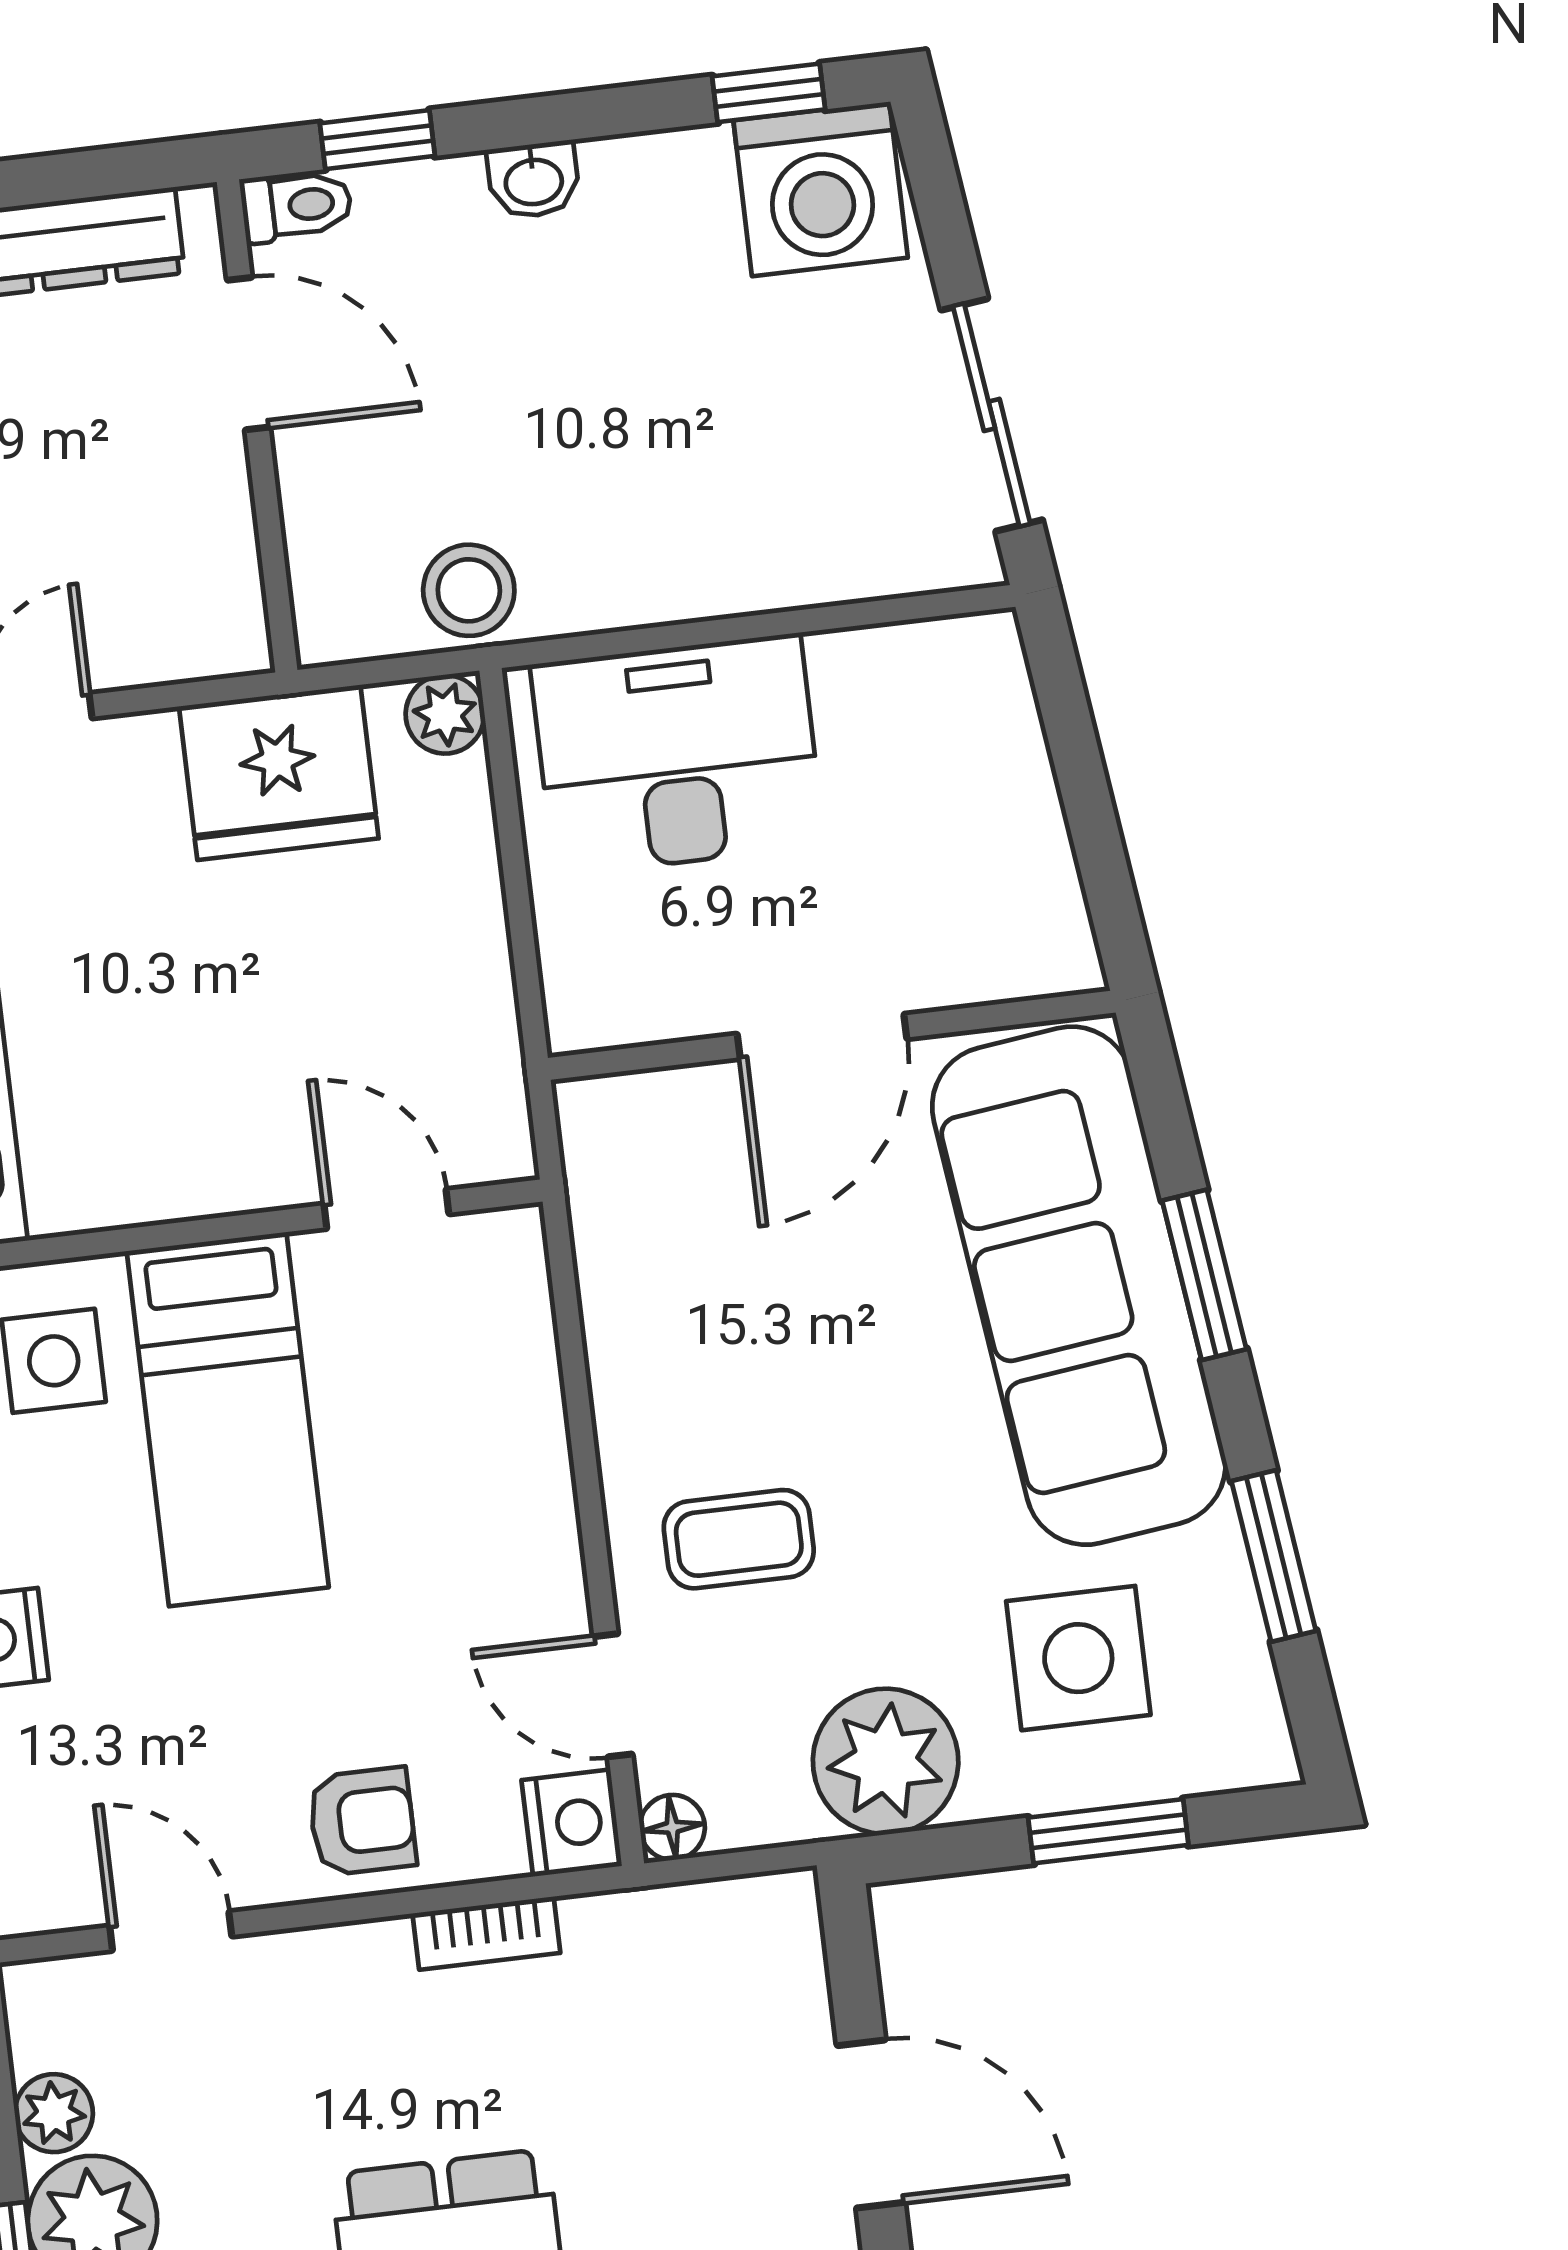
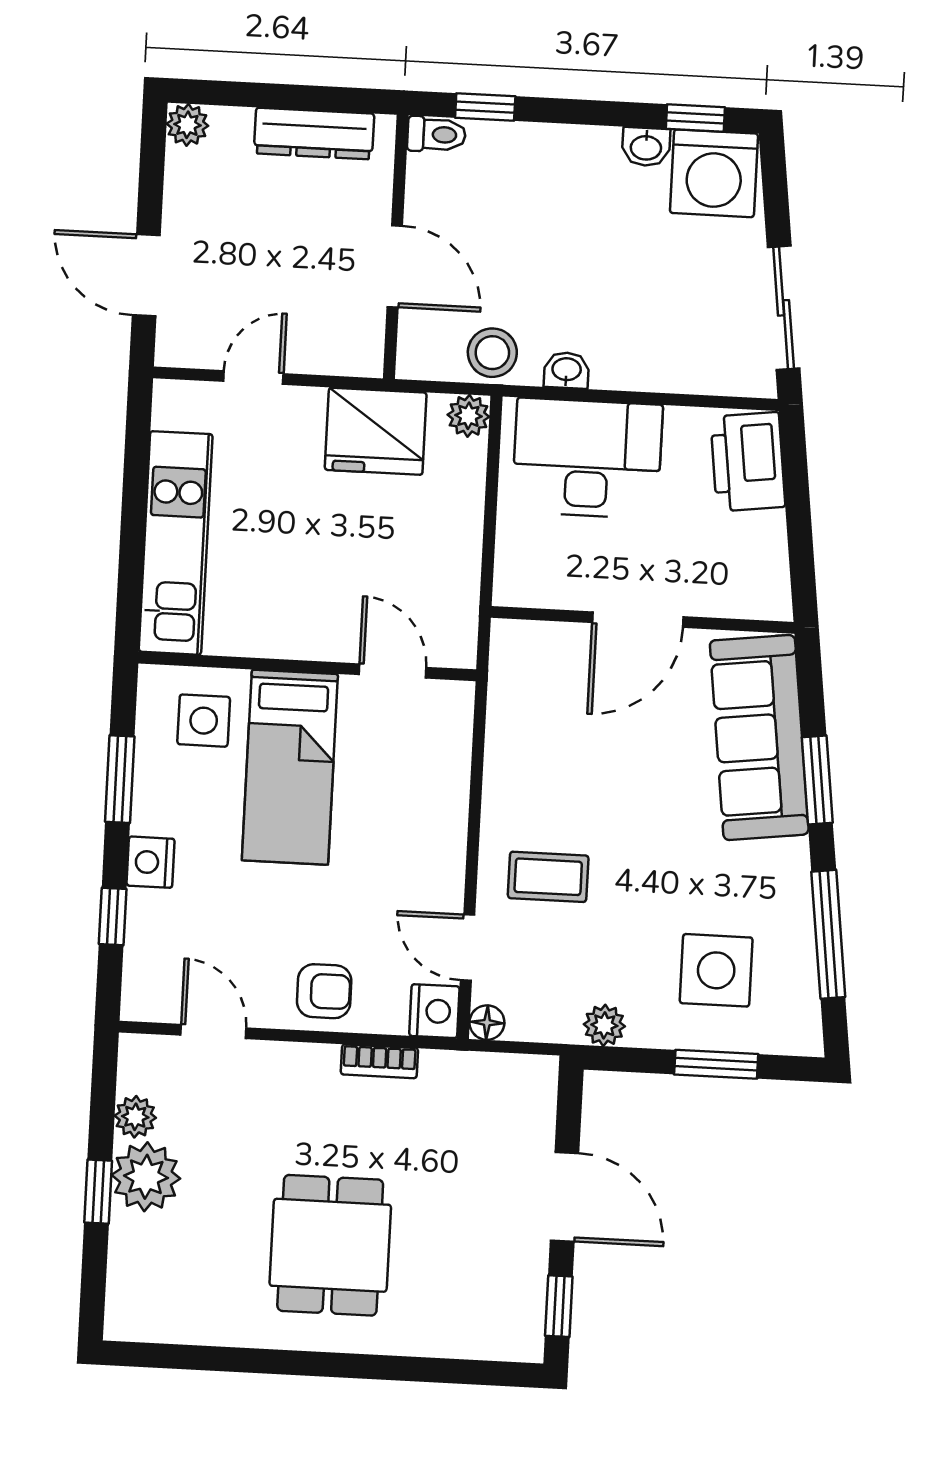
washbasin: (534, 180) -> (646, 147), moved
door: (249, 354) -> (395, 266), moved
washbasin: (611, 599) -> (566, 370), added
printer: (975, 710) -> (748, 462), added
sofa: (1079, 1286) -> (759, 737), width x0.74, depth x0.79
window: (1274, 1556) -> (828, 934), width x1.44
plant: (886, 1761) -> (604, 1025), width x0.53, depth x0.53

